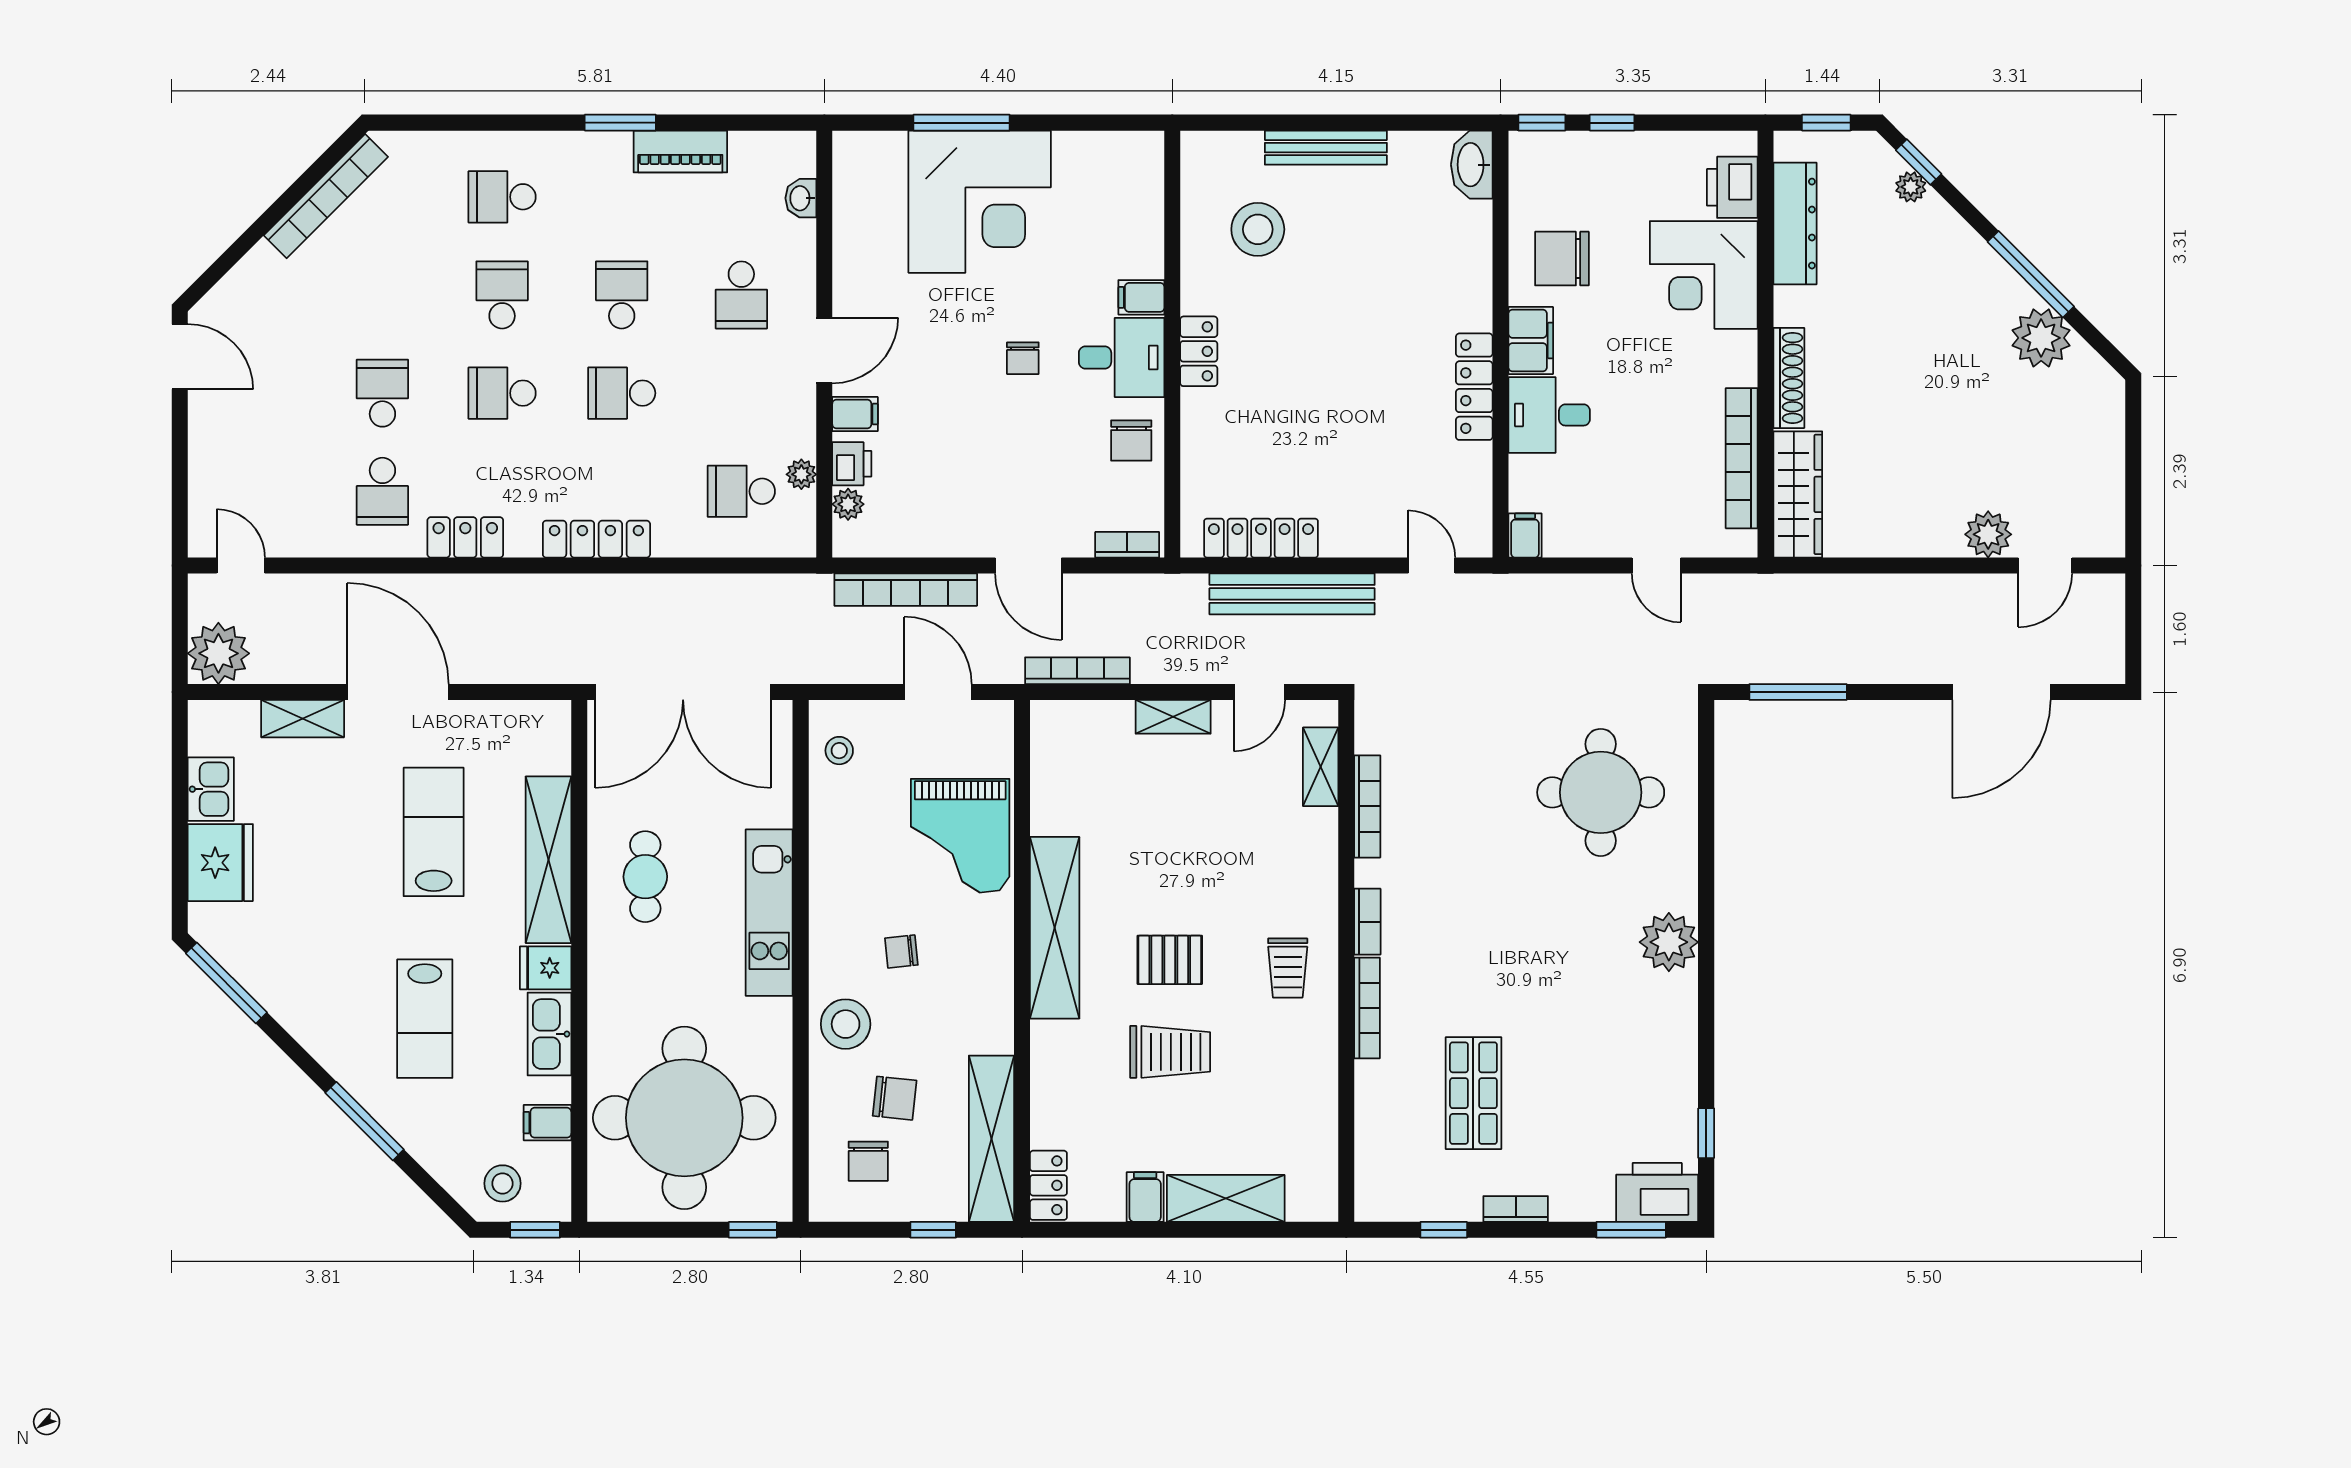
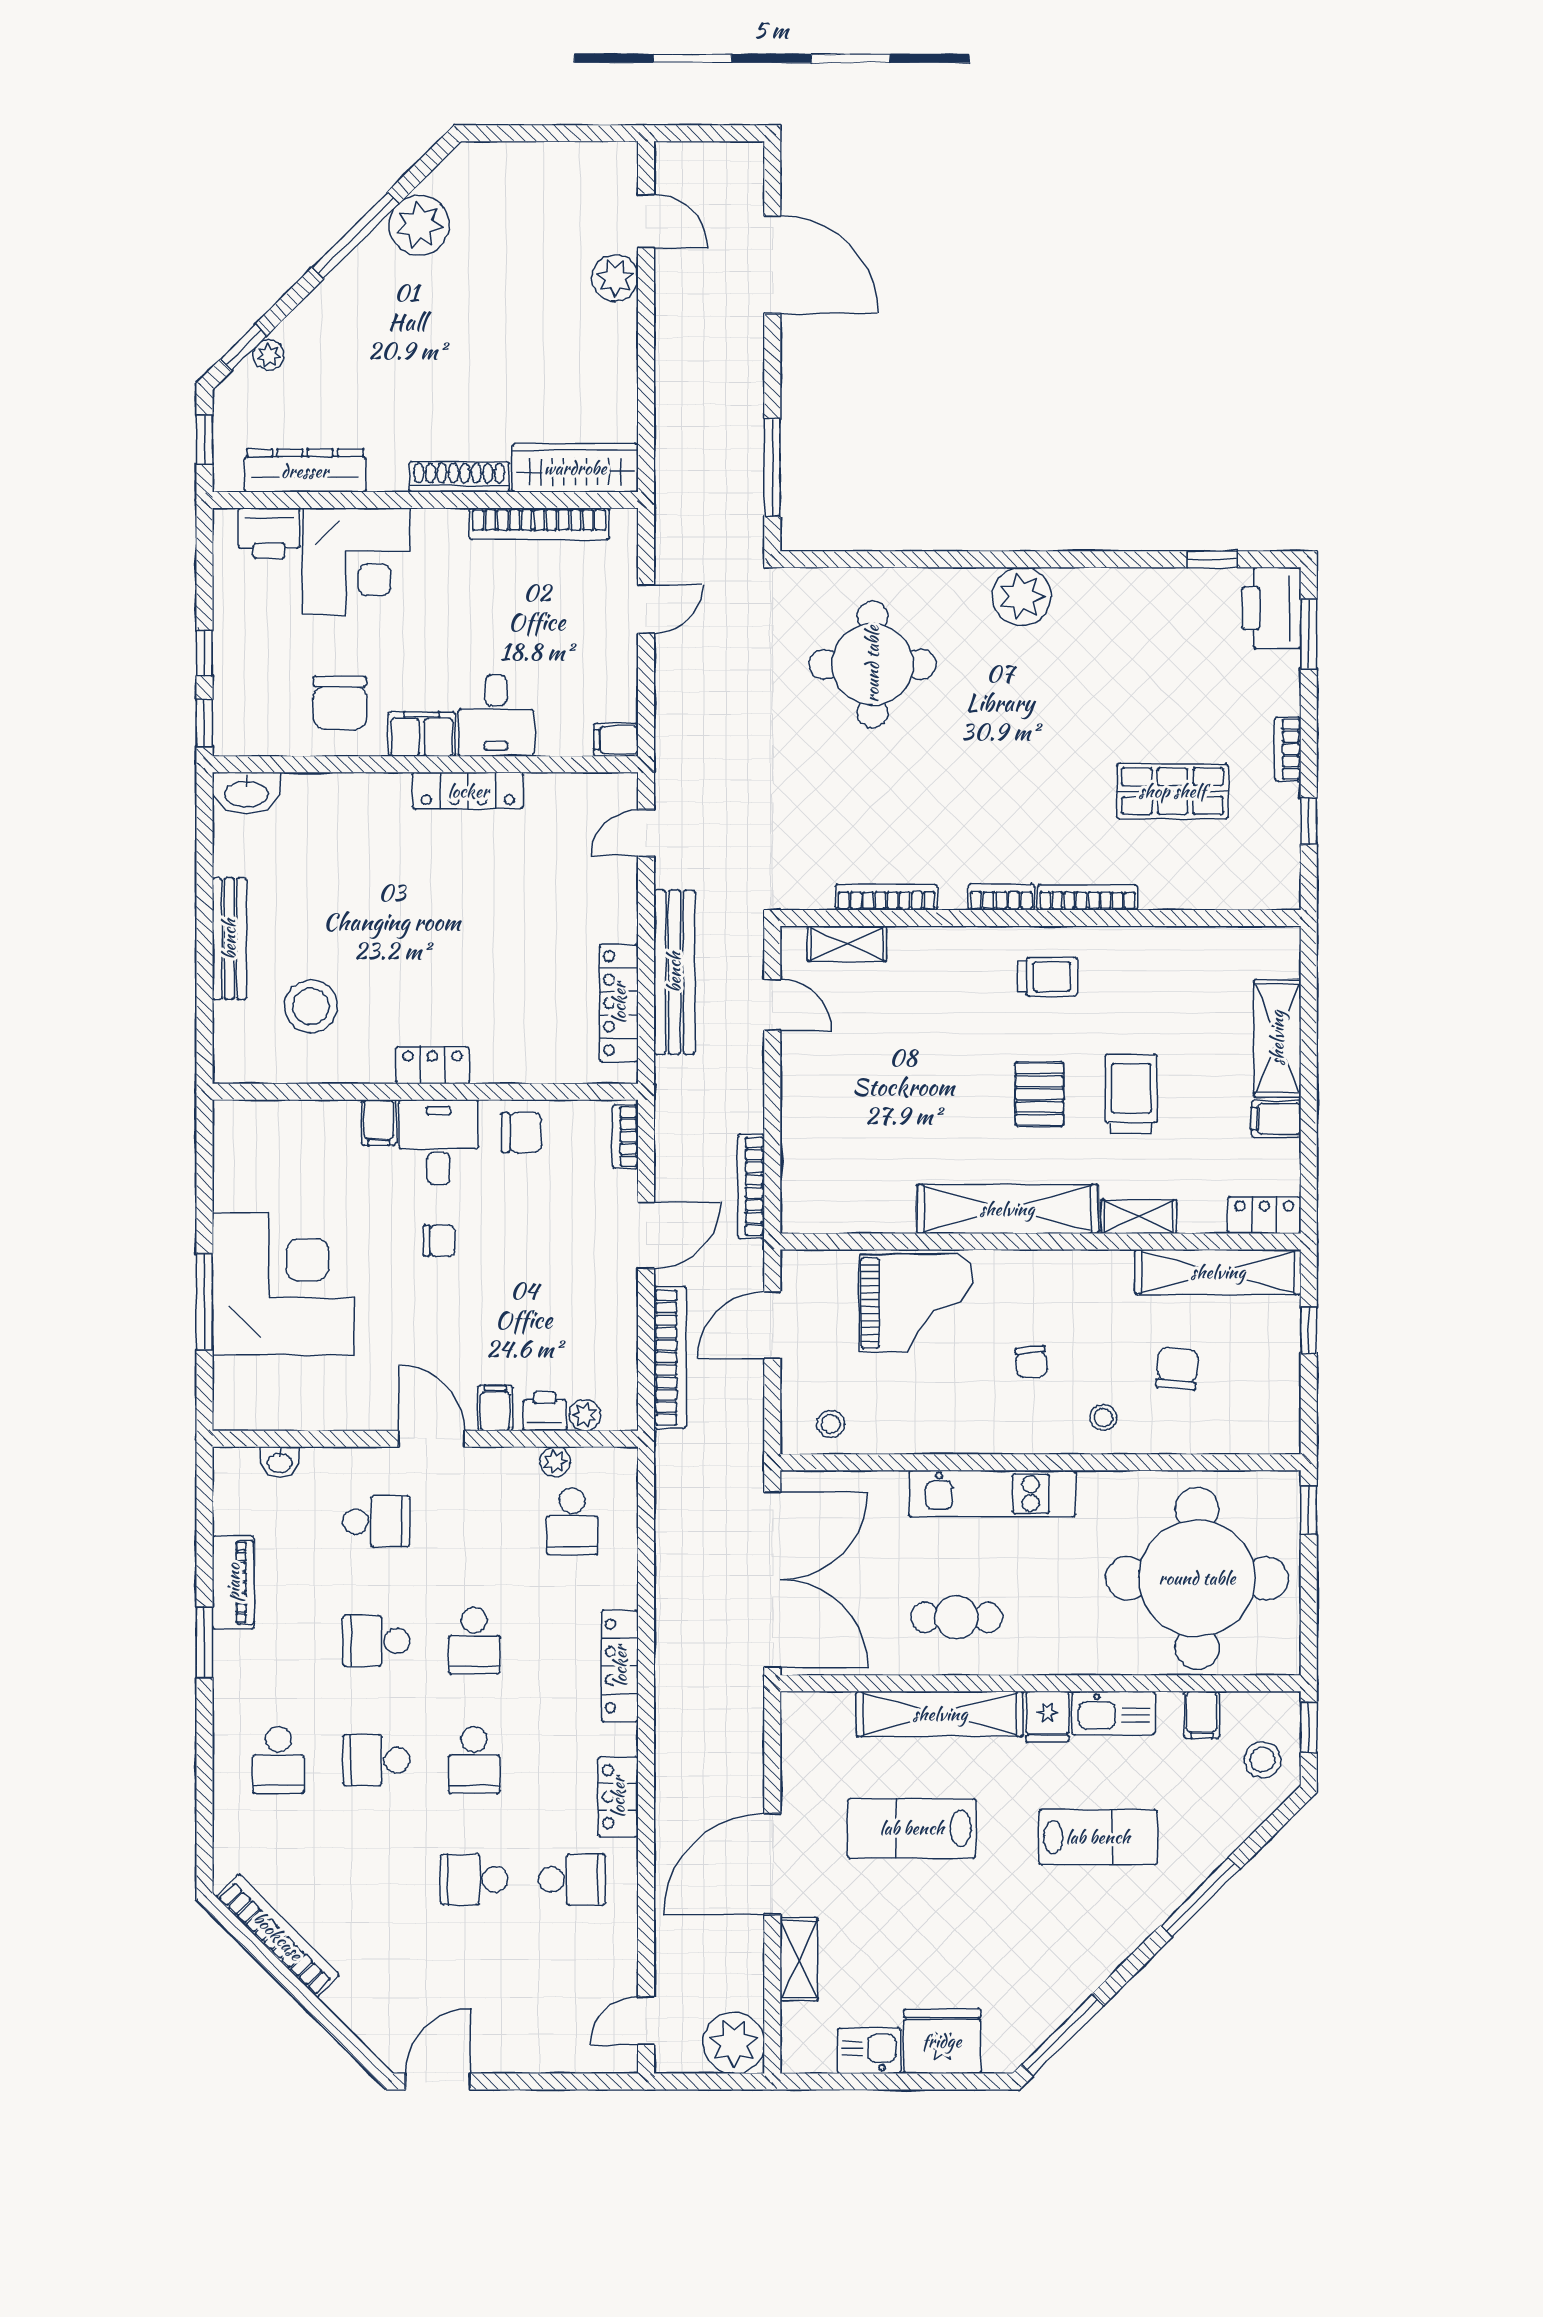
shelving: (1173, 717) -> (1139, 1217), moved, turned 90
stool: (846, 1024) -> (1103, 1418), width x0.53, depth x0.53
chair: (868, 1161) -> (1240, 1395), removed

